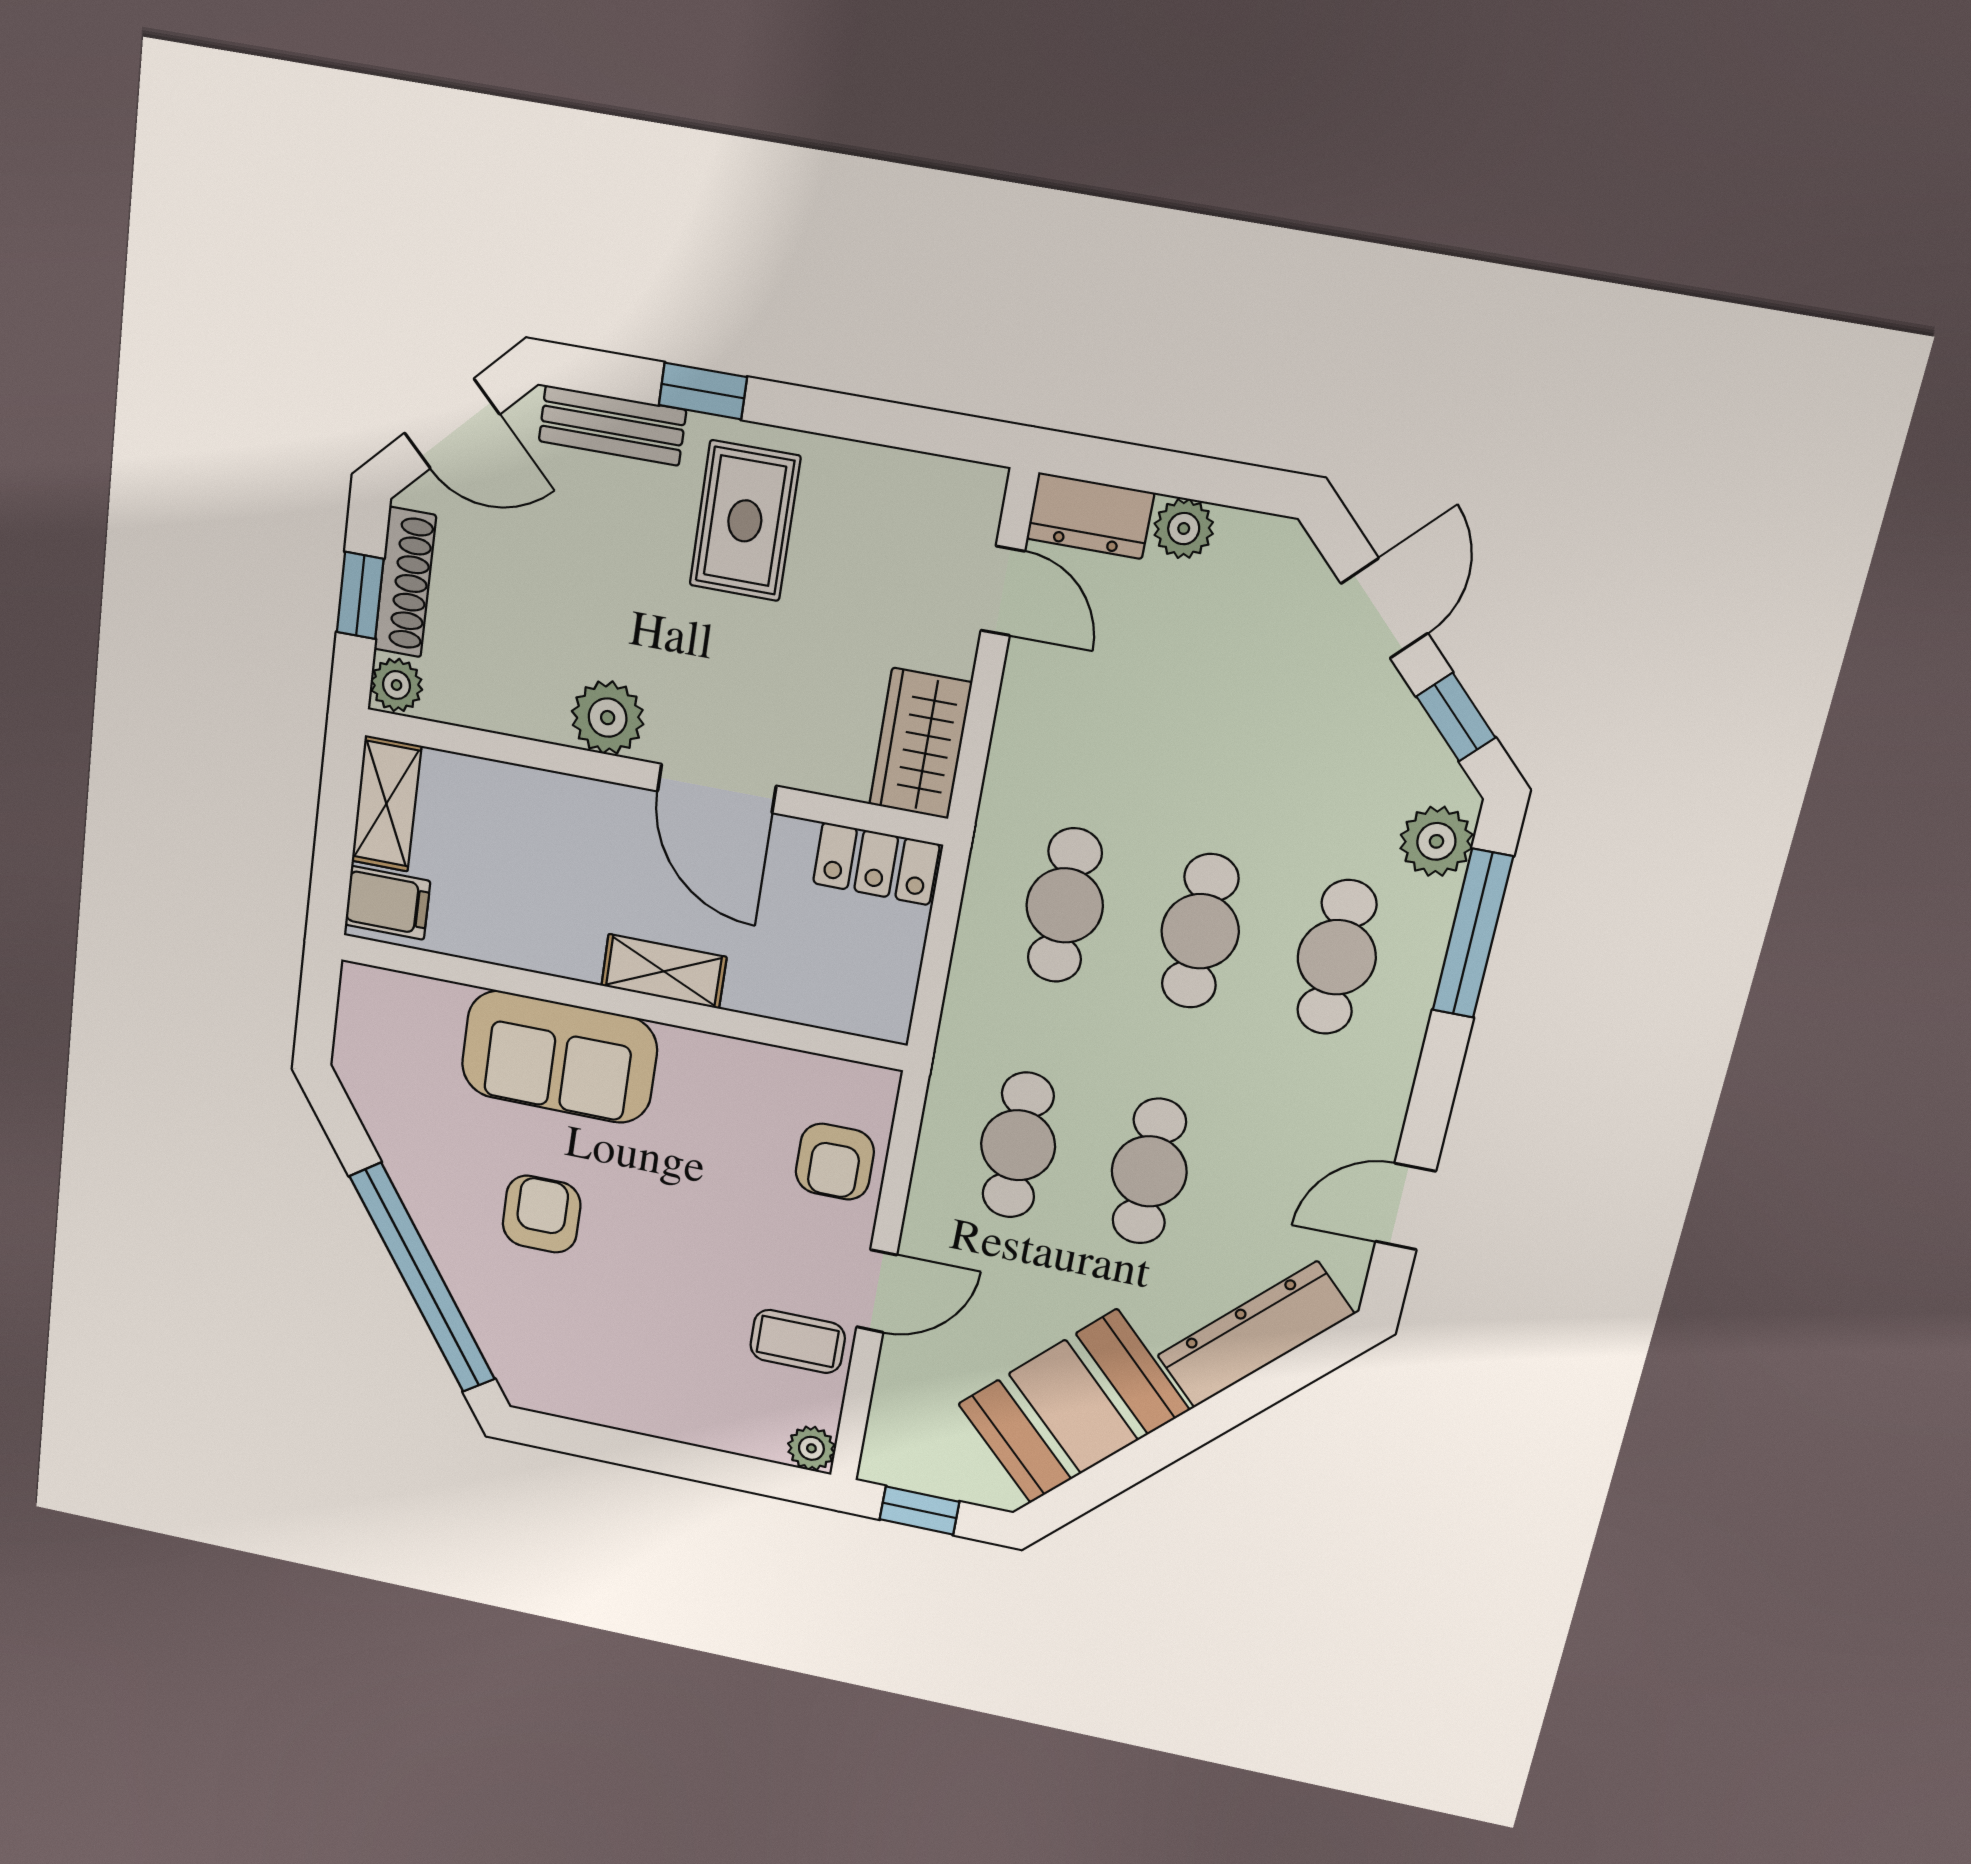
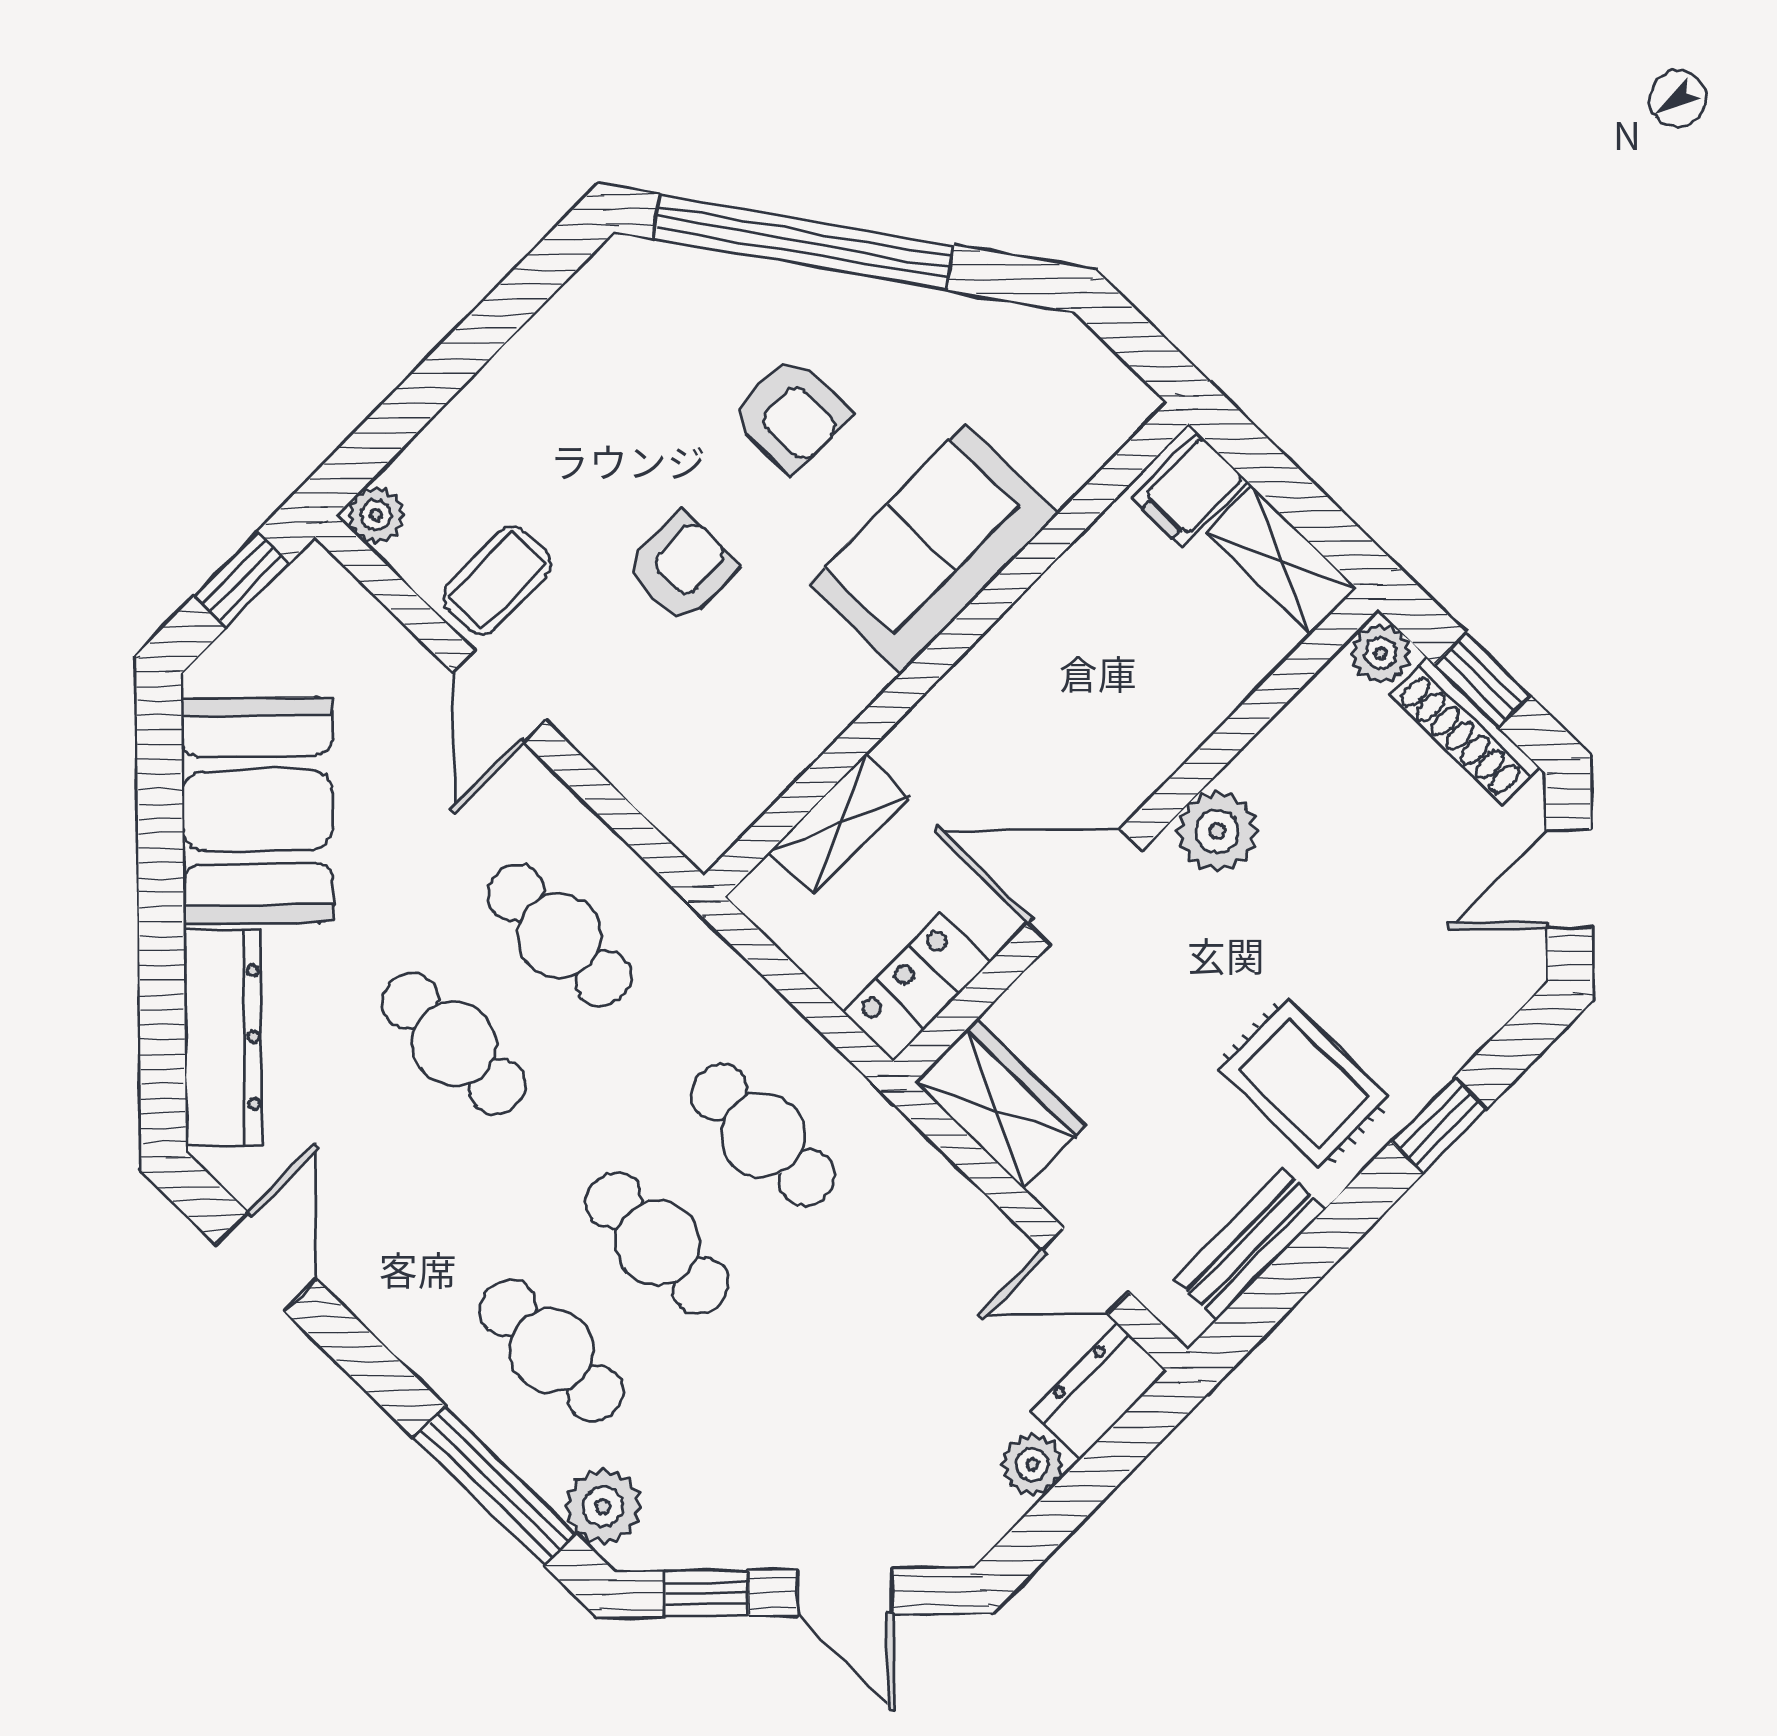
bench: (612, 425) -> (1250, 1244), moved
shelving: (664, 971) -> (839, 824), moved
armchair: (835, 1162) -> (681, 567), moved, turned 90

